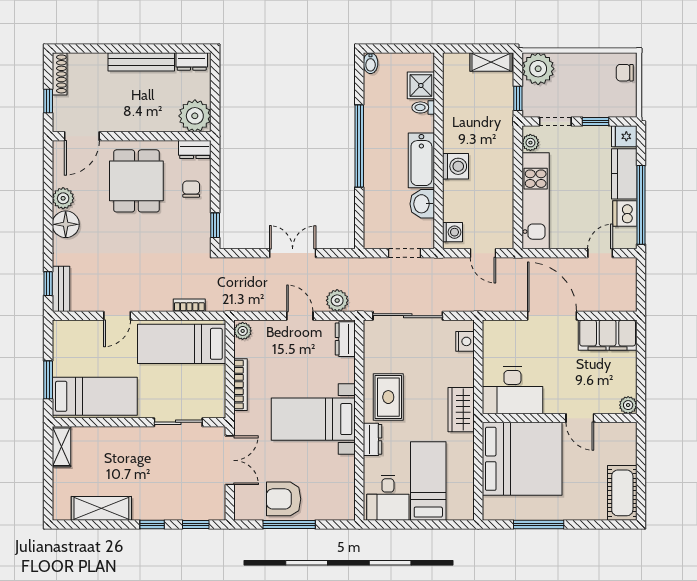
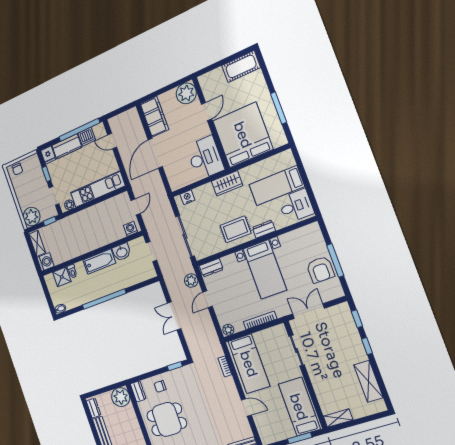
washing machine: (456, 166) -> (45, 262), moved, turned 90
plant: (628, 405) -> (186, 93), width x1.88, depth x1.88

